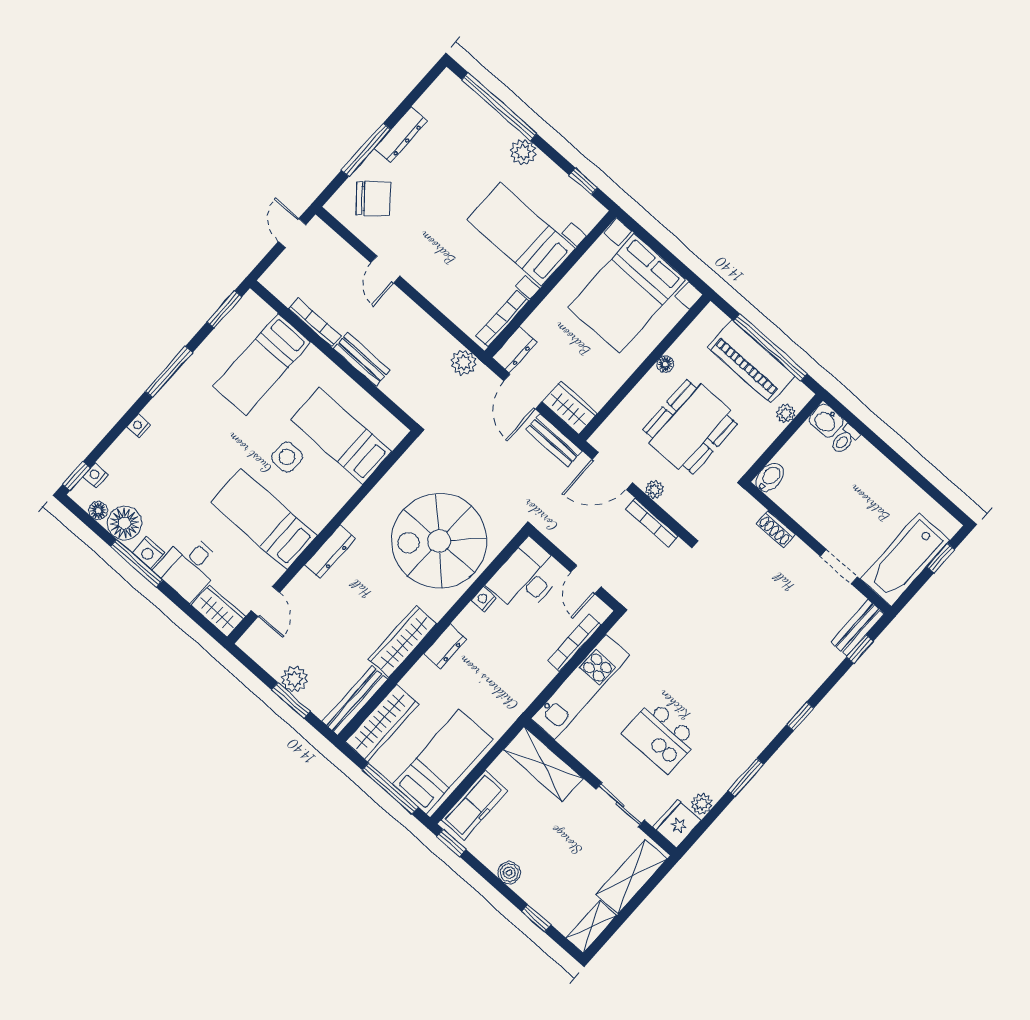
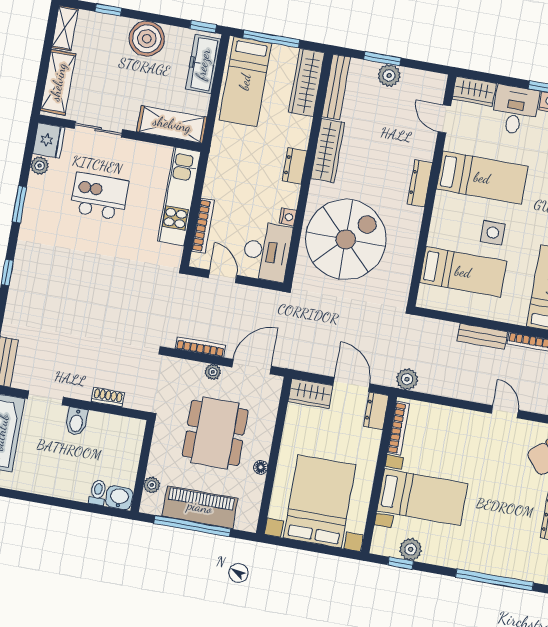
plant: (523, 152) -> (411, 549), moved
bench: (554, 440) -> (307, 363), removed
bidet: (770, 477) -> (76, 421), moved
boiler: (509, 873) -> (147, 39), width x1.86, depth x1.86

